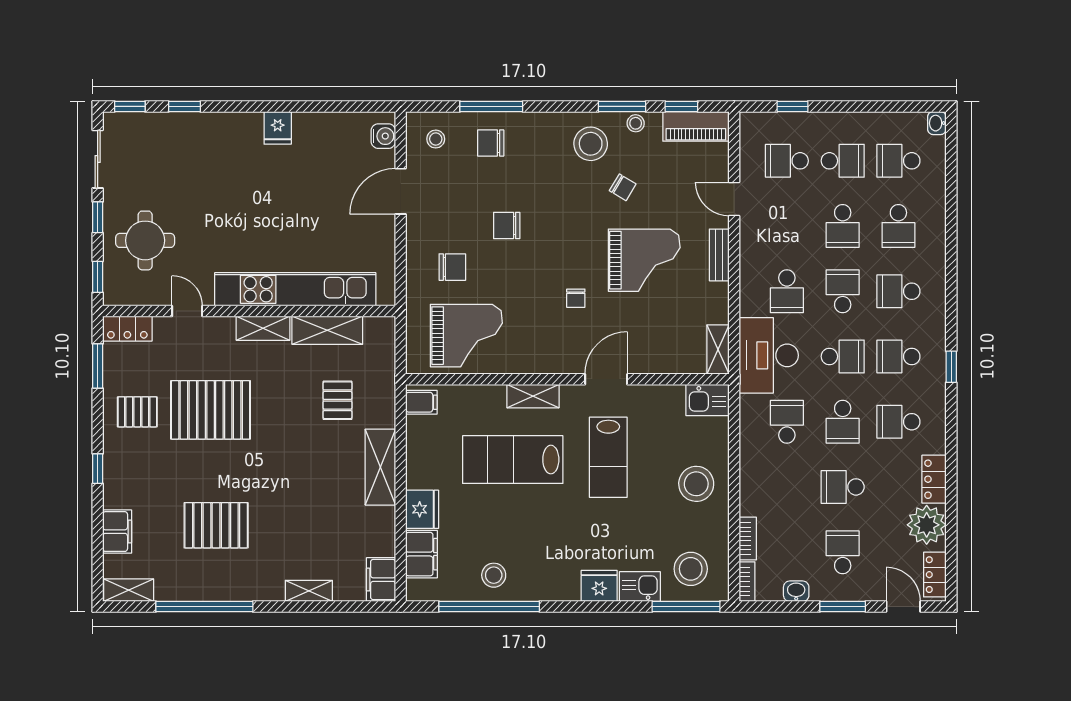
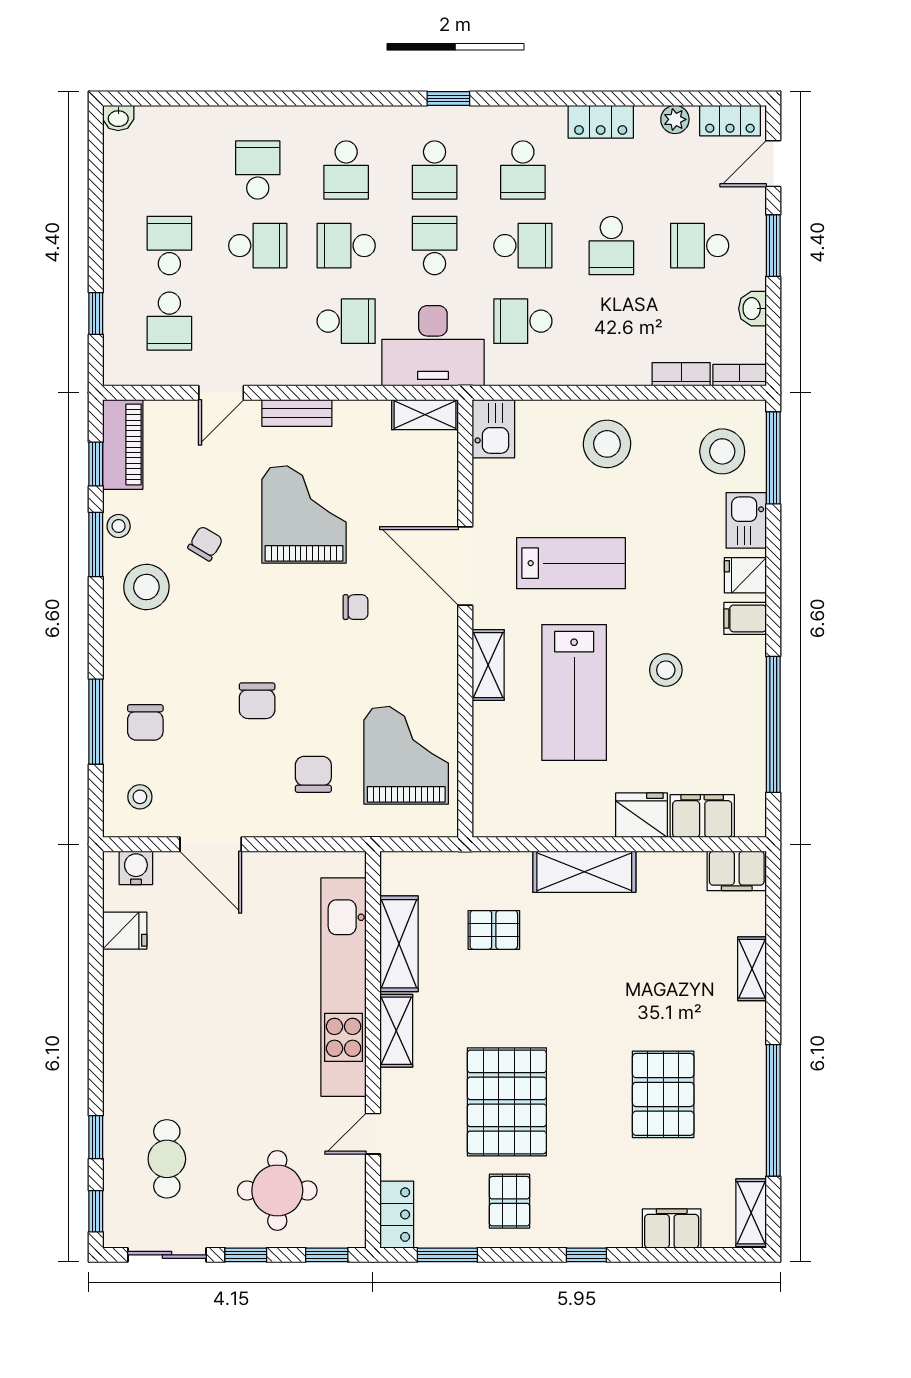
fridge: (278, 128) -> (125, 931), moved
cafe table: (168, 159) -> (167, 1159), added
school desk: (898, 161) -> (169, 170), removed
school desk: (898, 226) -> (258, 170), turned -90
door: (606, 379) -> (465, 566), width x1.36
filing cabinet: (421, 402) -> (745, 618), moved, turned -90
plant: (927, 525) -> (675, 119), width x0.53, depth x0.53
stool: (494, 575) -> (666, 670), moved
fridge: (599, 586) -> (745, 575), width x0.72

